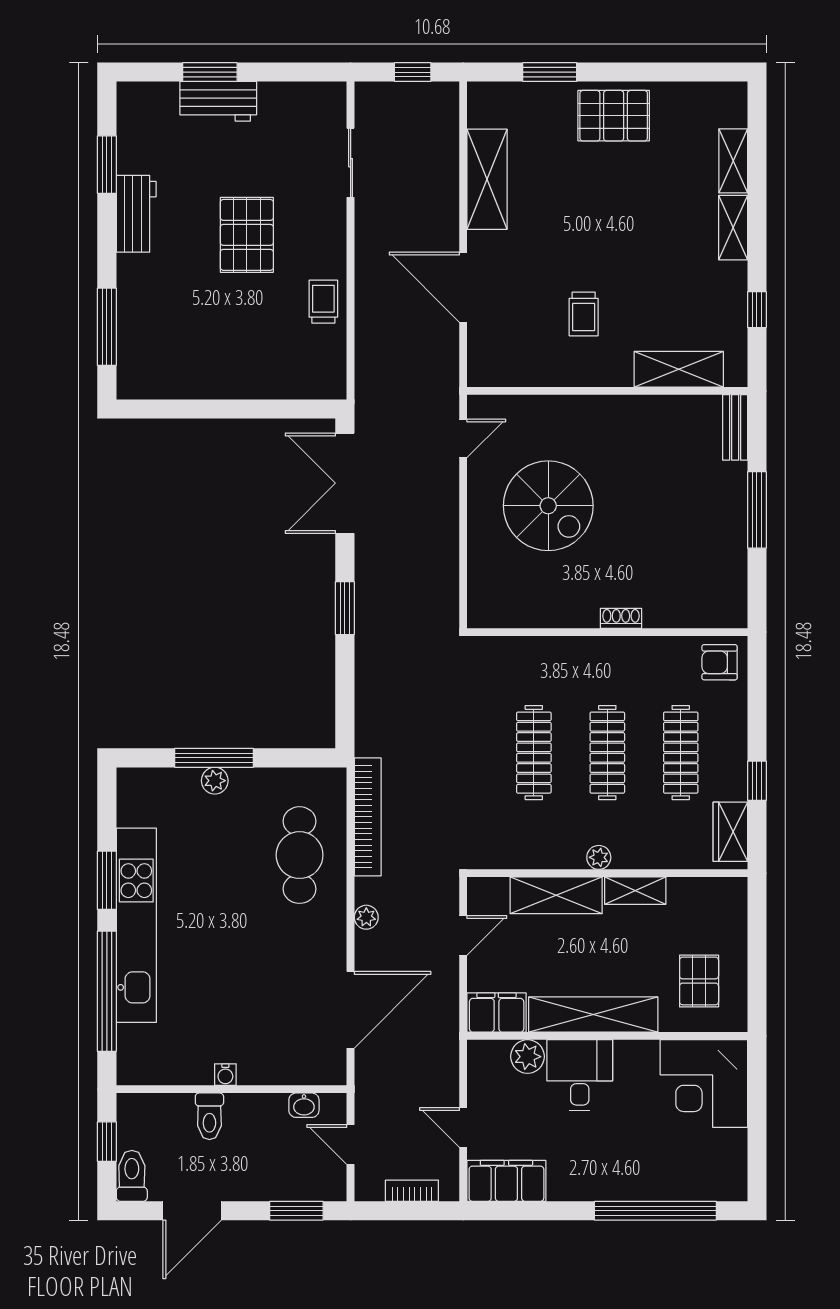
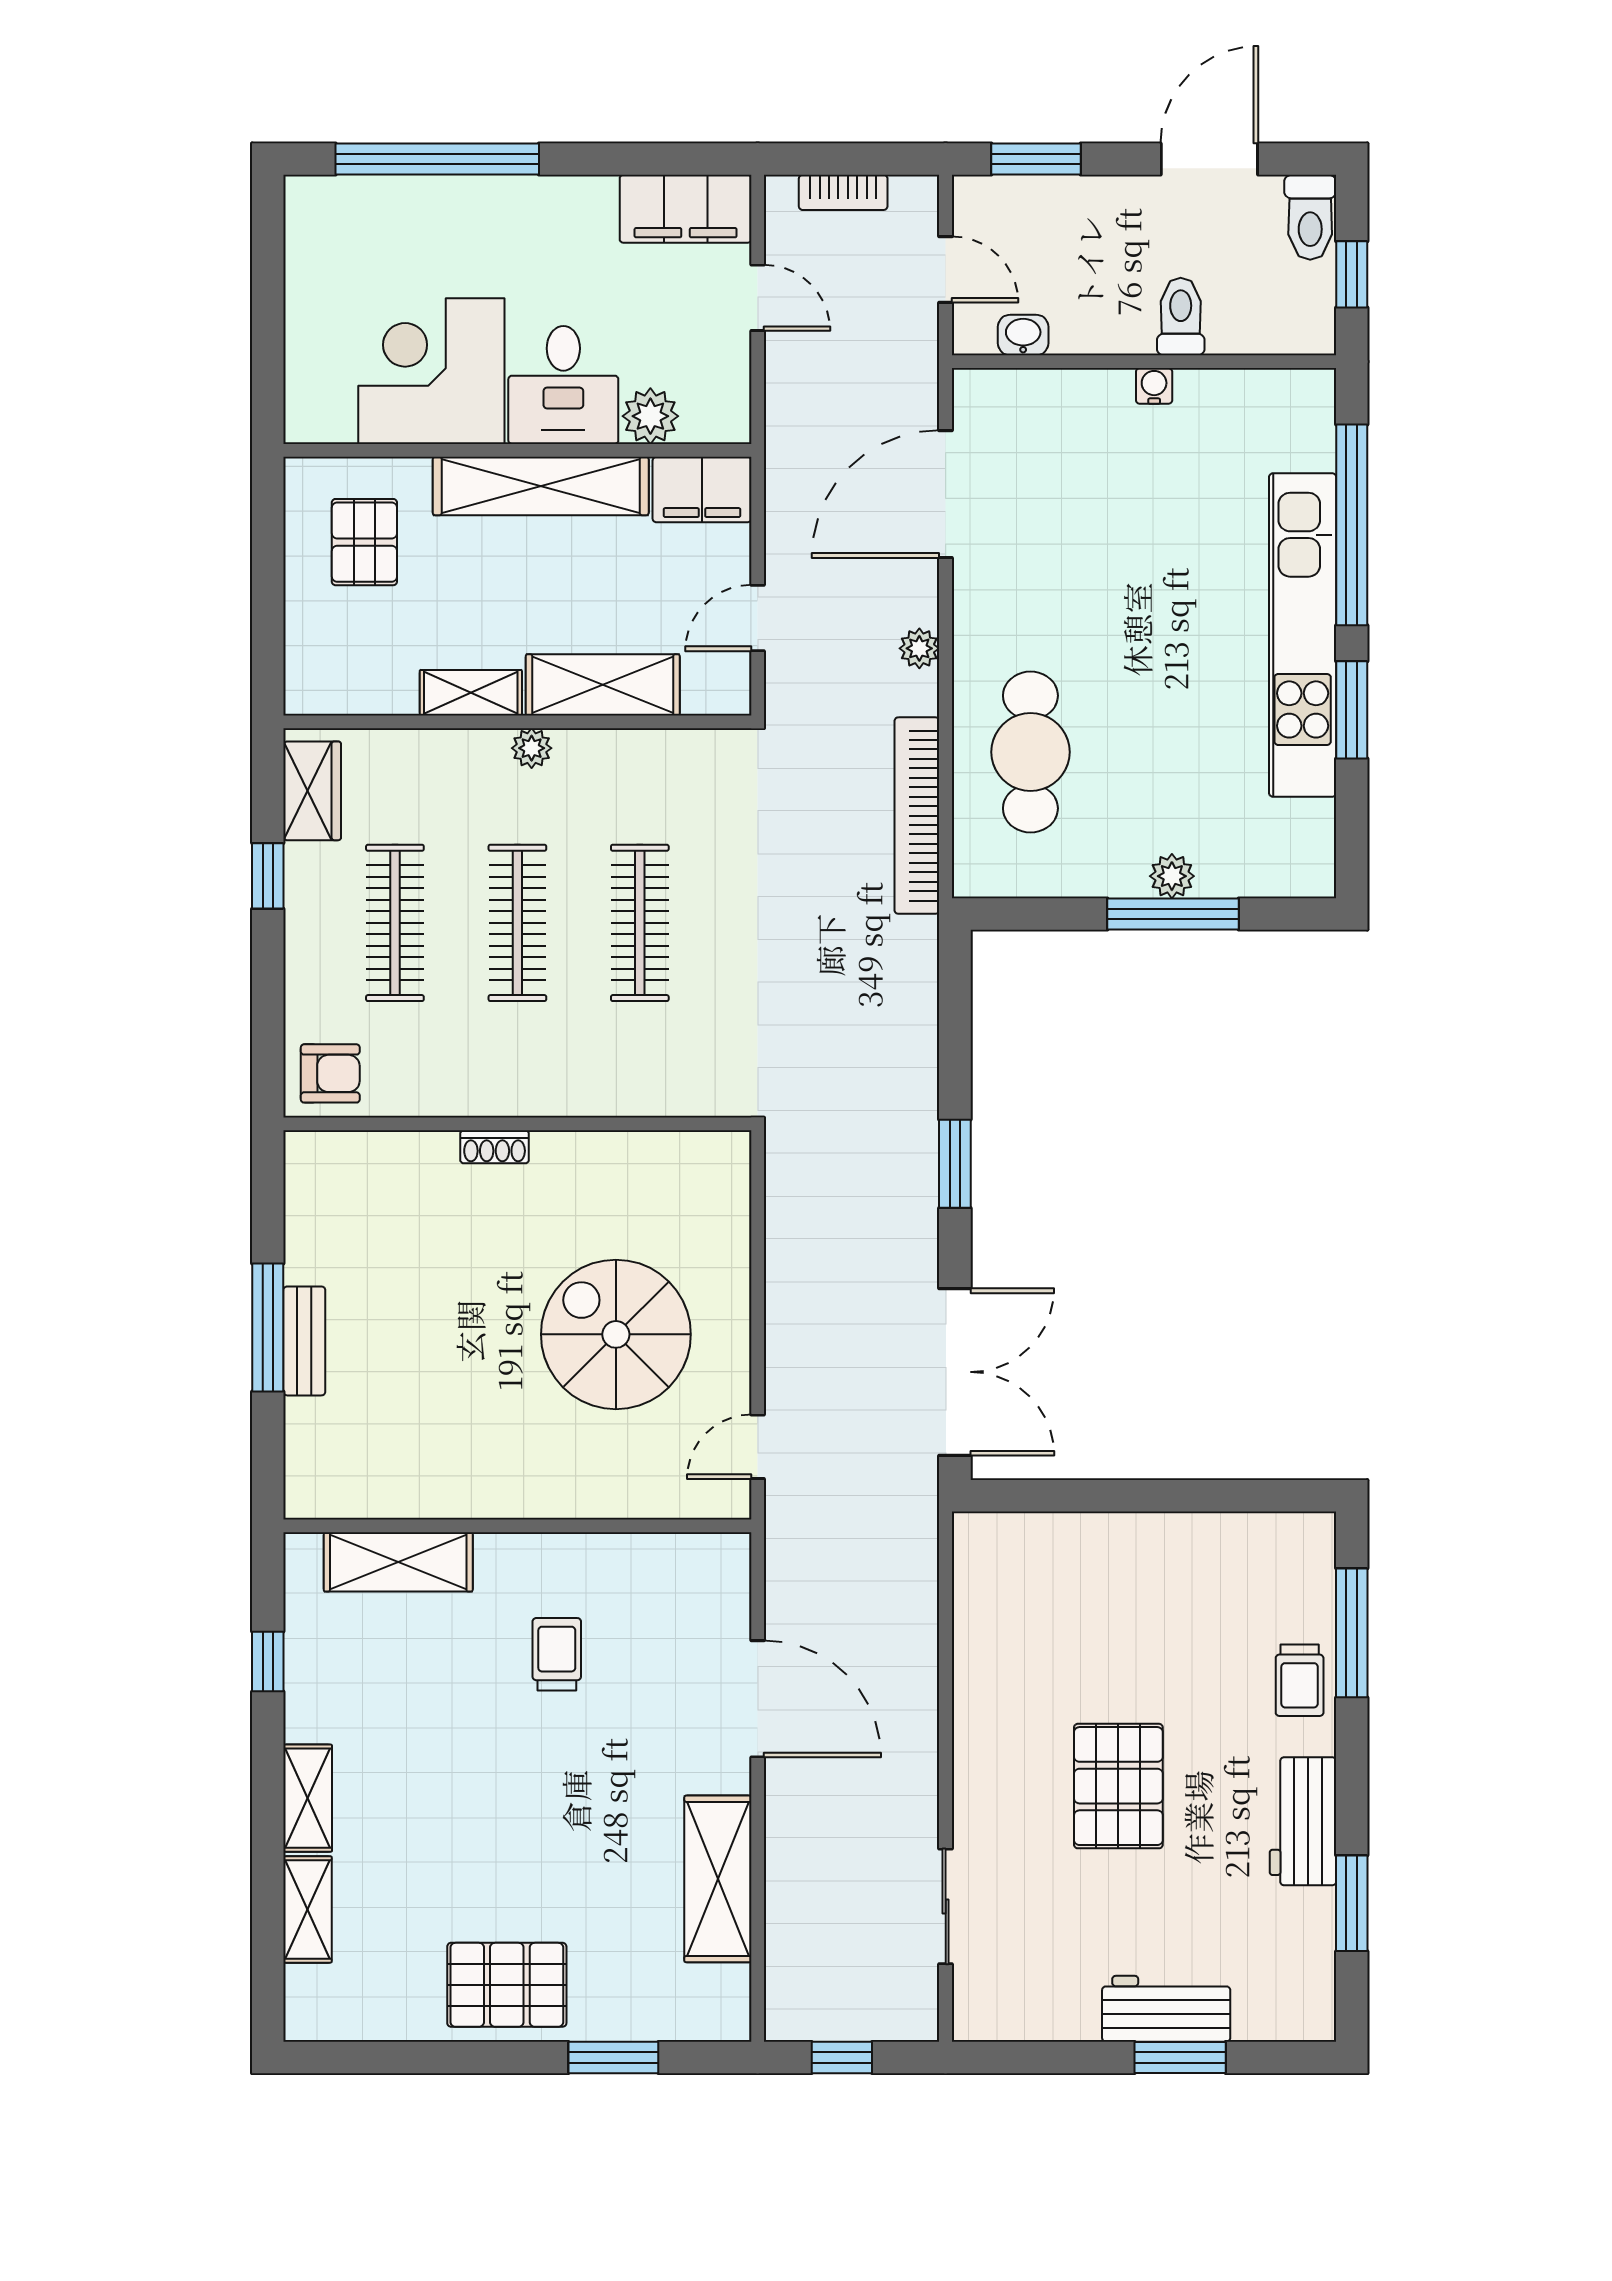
trolley: (323, 302) -> (1300, 1680), moved
bench: (735, 427) -> (304, 1341), moved
corner desk: (704, 1084) -> (431, 371), moved, turned -90

